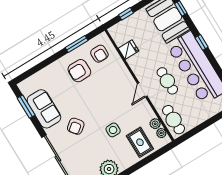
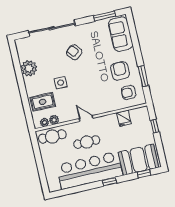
sofa: (44, 109) -> (121, 34), moved, turned 90

